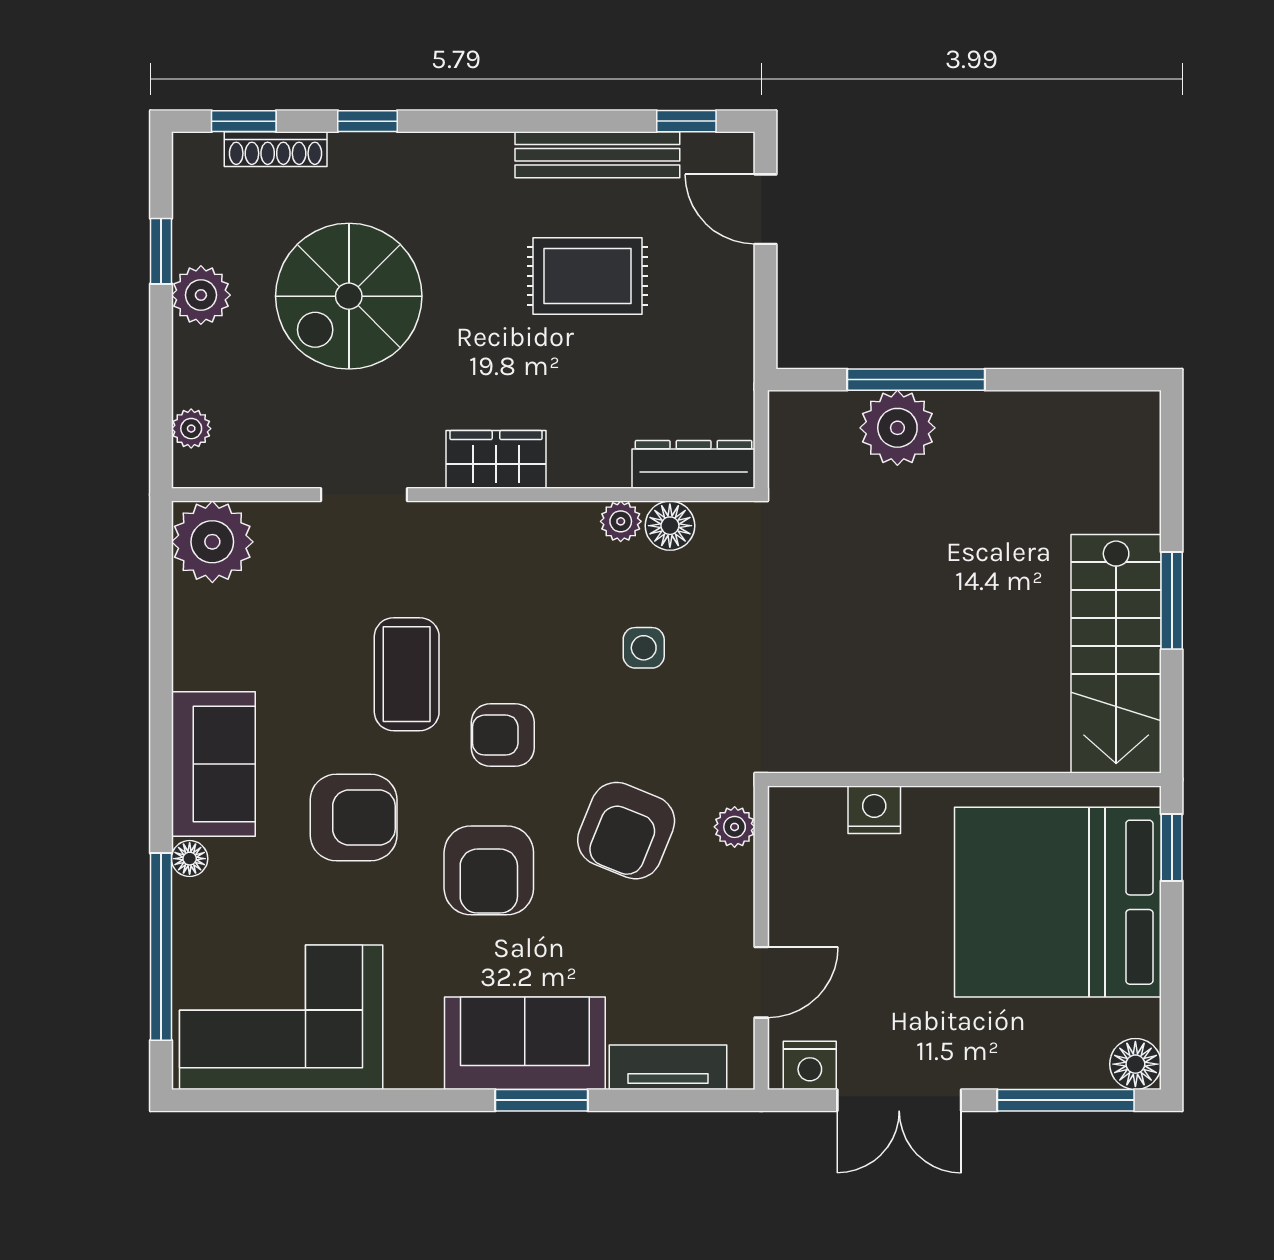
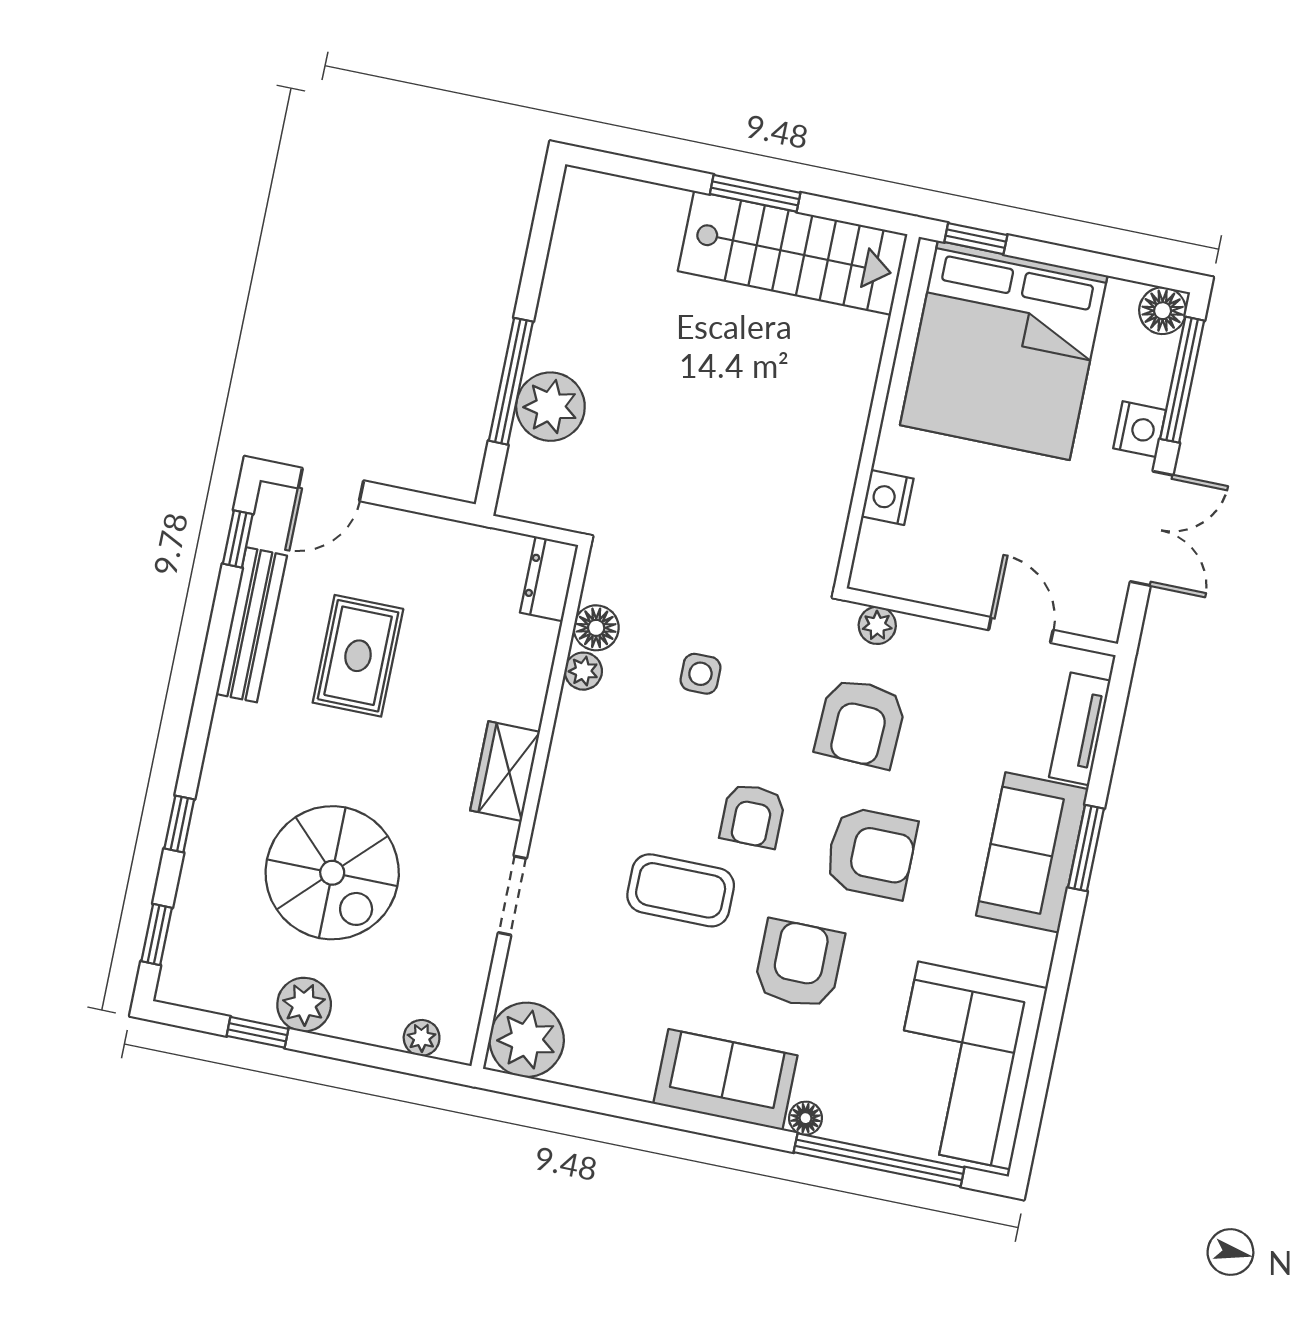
shoe rack: (276, 149) -> (187, 911), removed
dresser: (694, 464) -> (549, 579), width x0.70
armchair: (626, 831) -> (861, 723), turned 70
nightstand: (810, 1065) -> (1140, 429), moved

